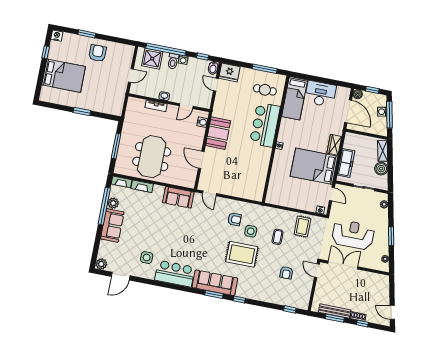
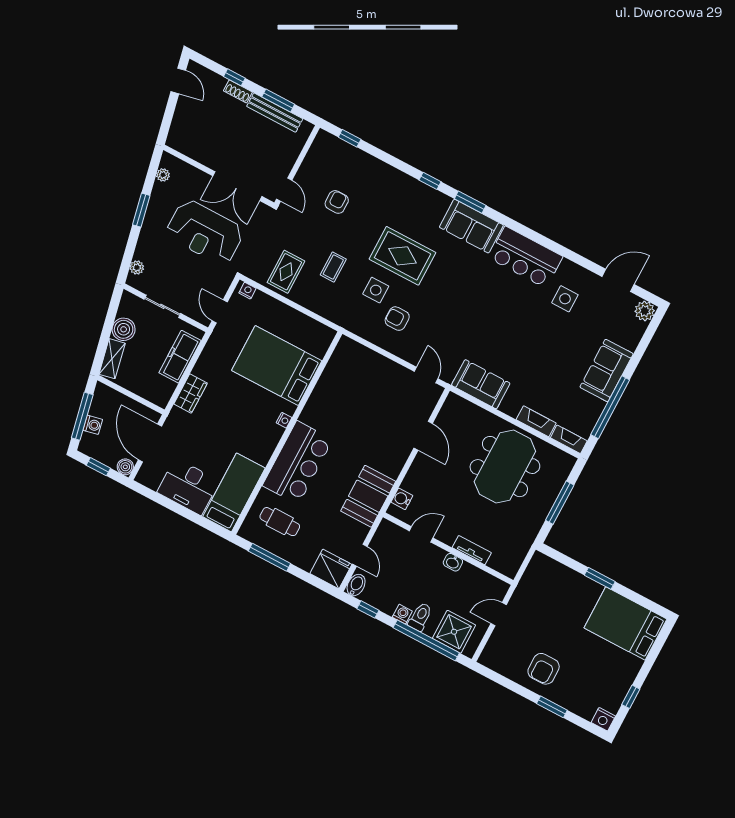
bed: (64, 76) -> (625, 623), moved
booth: (218, 133) -> (368, 496), moved
bed: (314, 166) -> (277, 366), moved, turned 180
plant: (113, 203) -> (594, 408), removed
sofa: (215, 283) -> (471, 226), width x0.73

